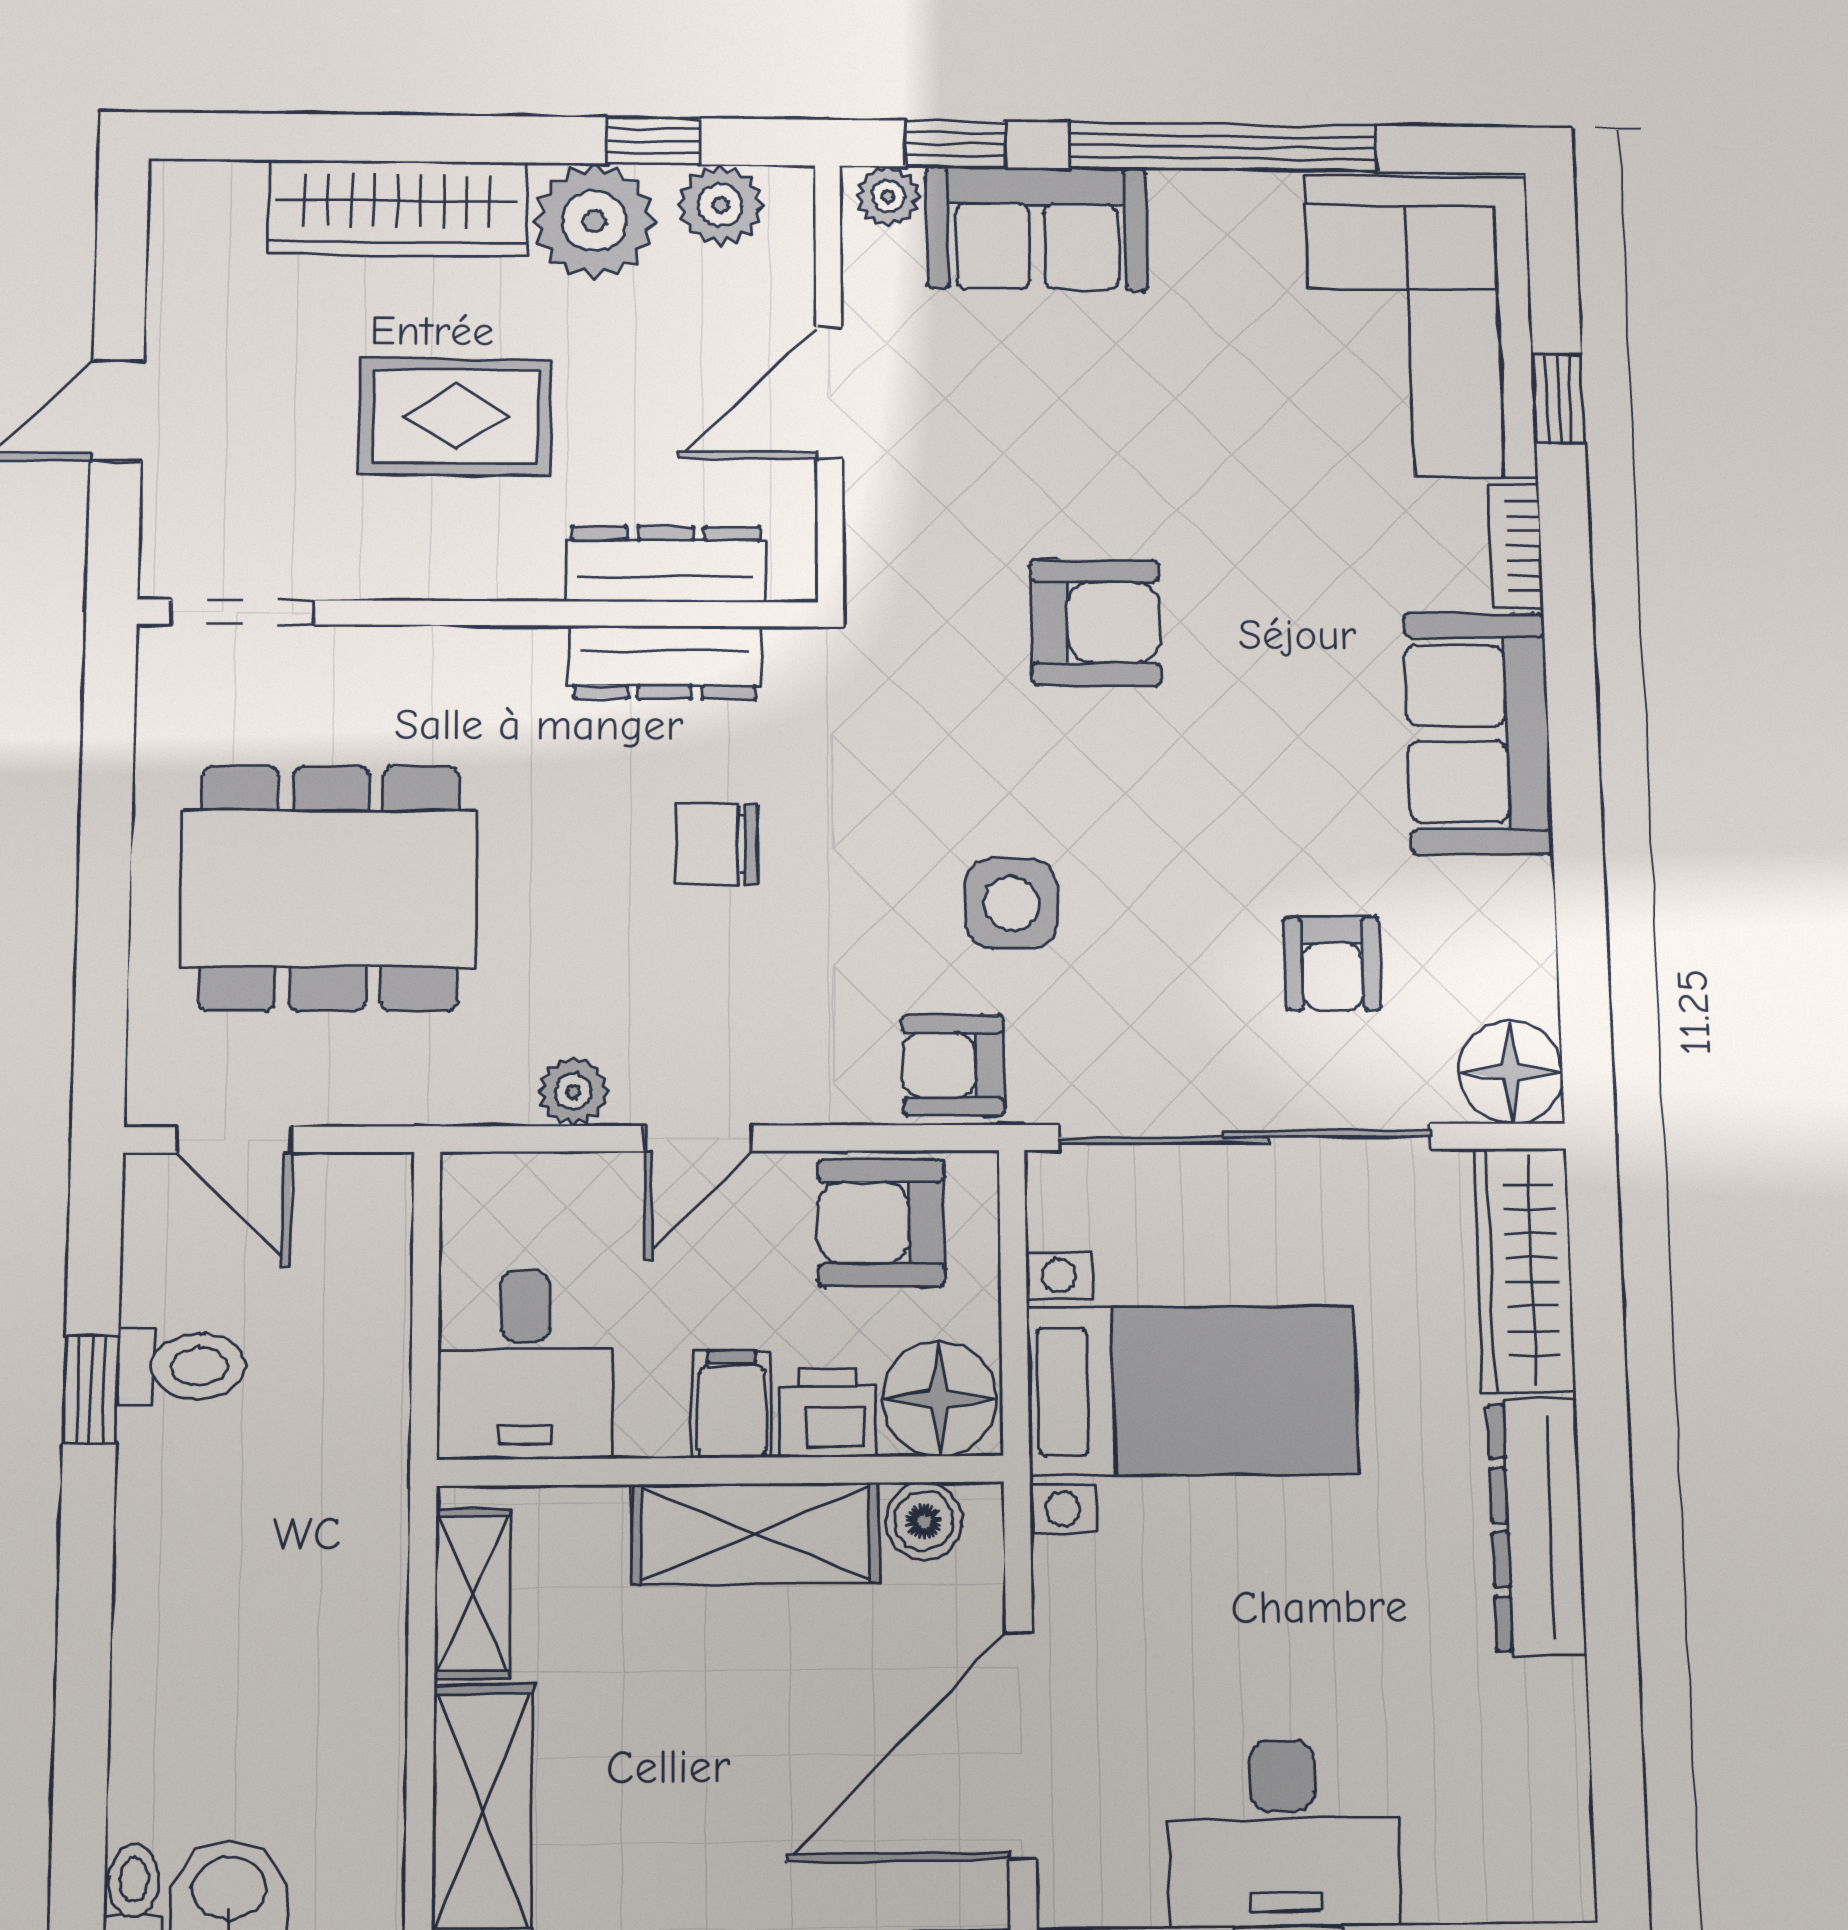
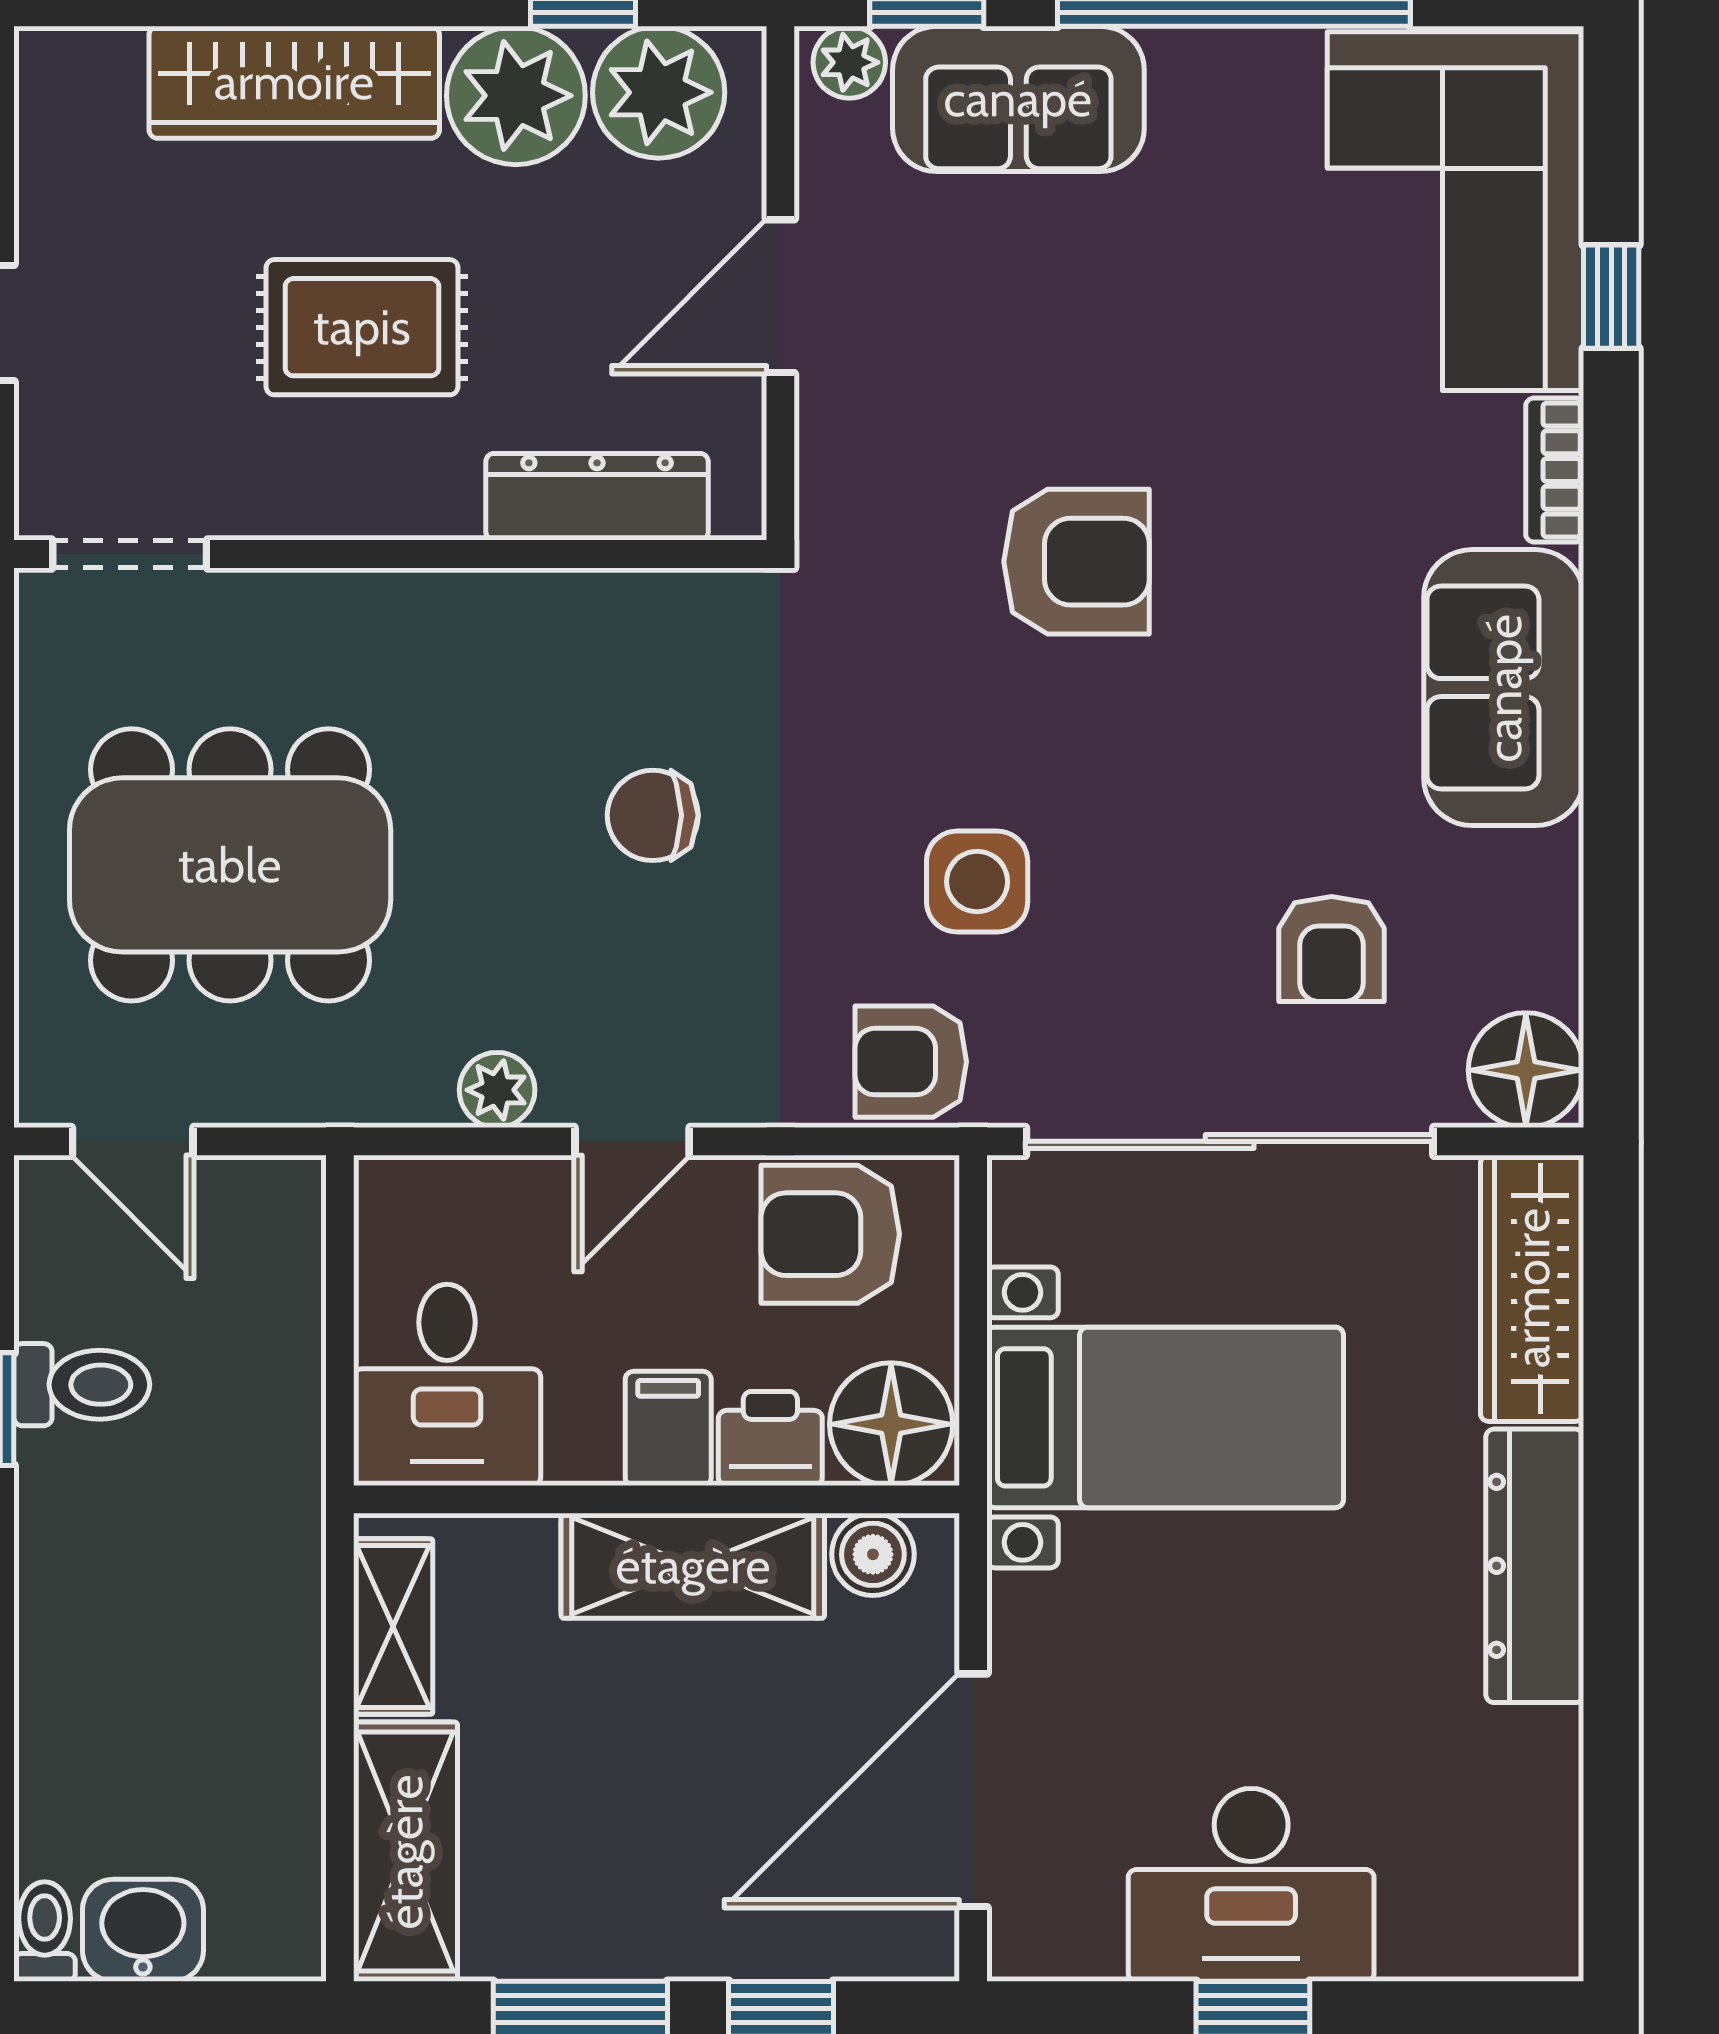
plant: (720, 205) -> (659, 92), width x1.36, depth x1.36
dresser: (665, 662) -> (596, 609), removed

